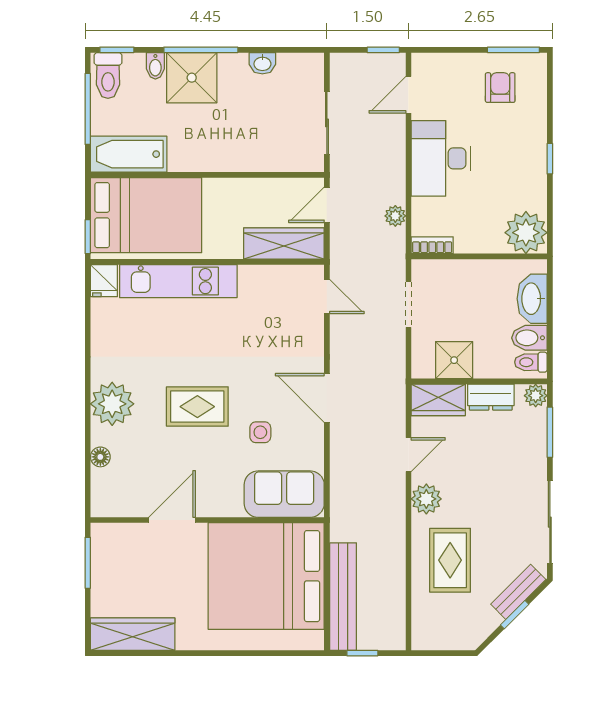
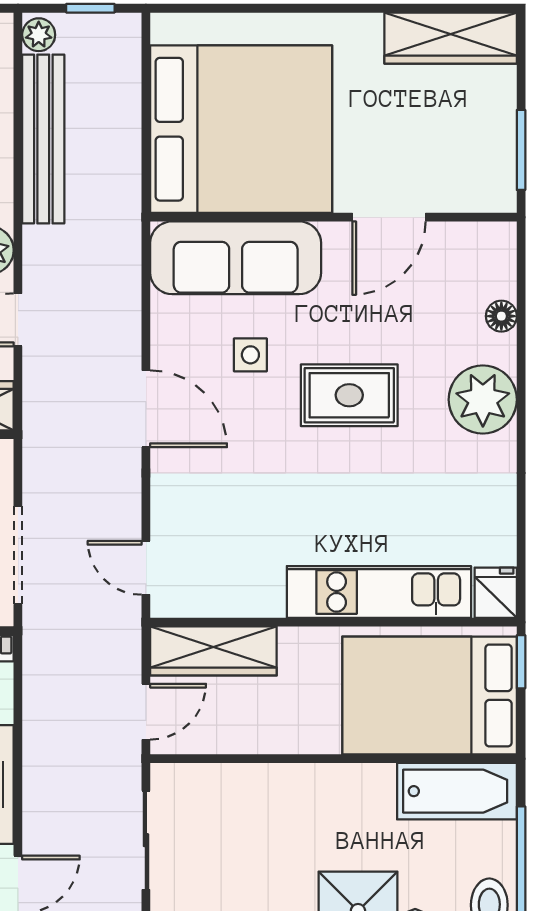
plant: (395, 216) -> (39, 35), moved
doorway: (408, 305) -> (18, 555), width x1.38
sofa: (284, 494) -> (236, 258), width x1.36
bench: (343, 597) -> (43, 139), moved

